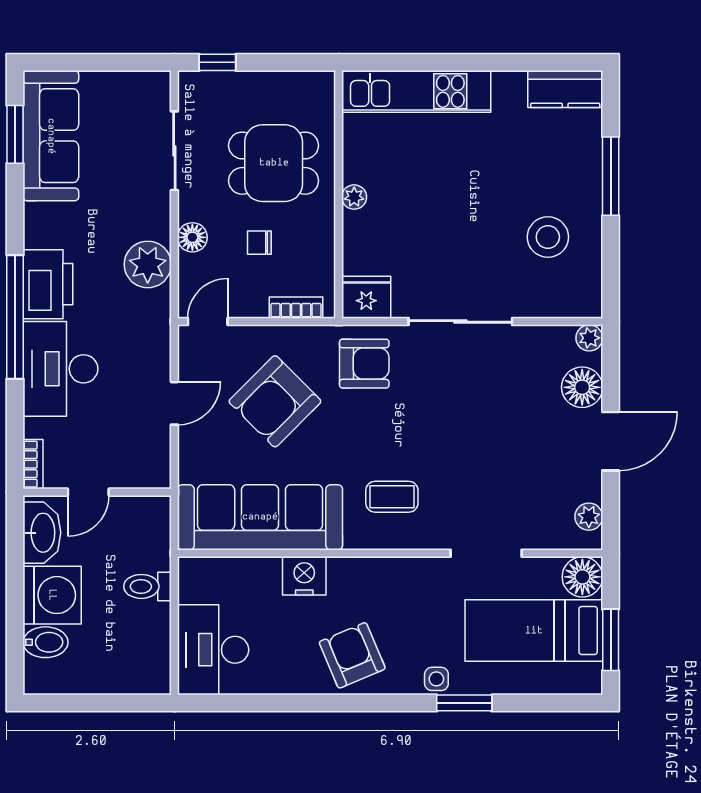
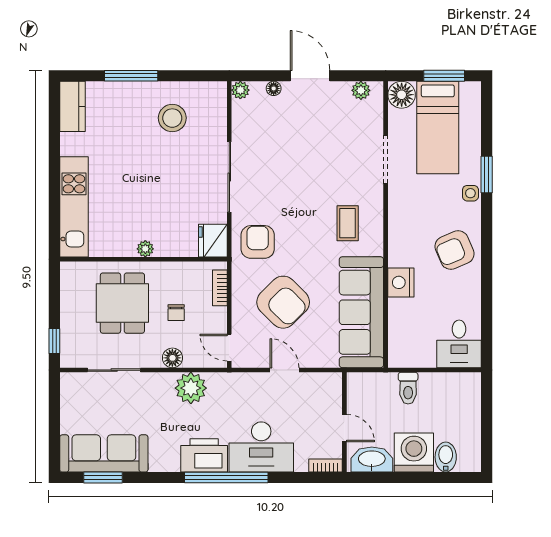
floor lamp: (582, 387) -> (274, 88), width x0.53, depth x0.53
desk: (213, 650) -> (459, 344), width x0.73

